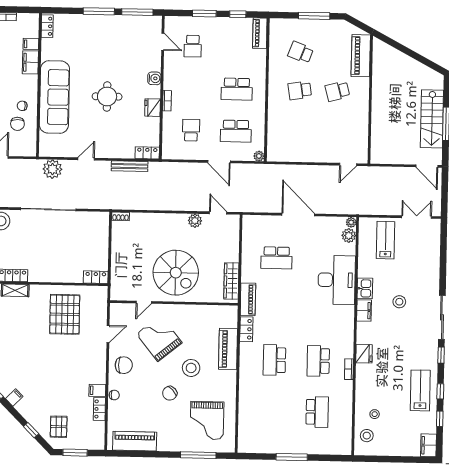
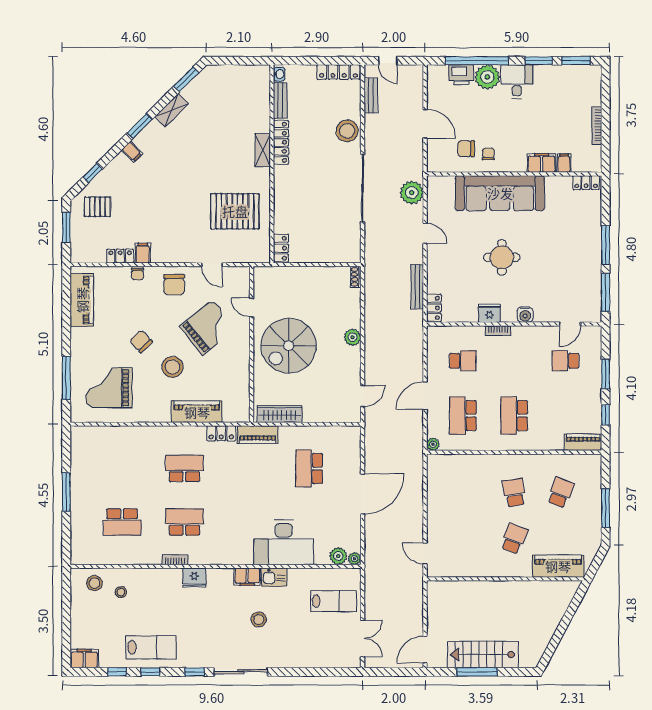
school desk: (337, 91) -> (514, 539), turned 36
plant: (195, 221) -> (353, 337), moved

